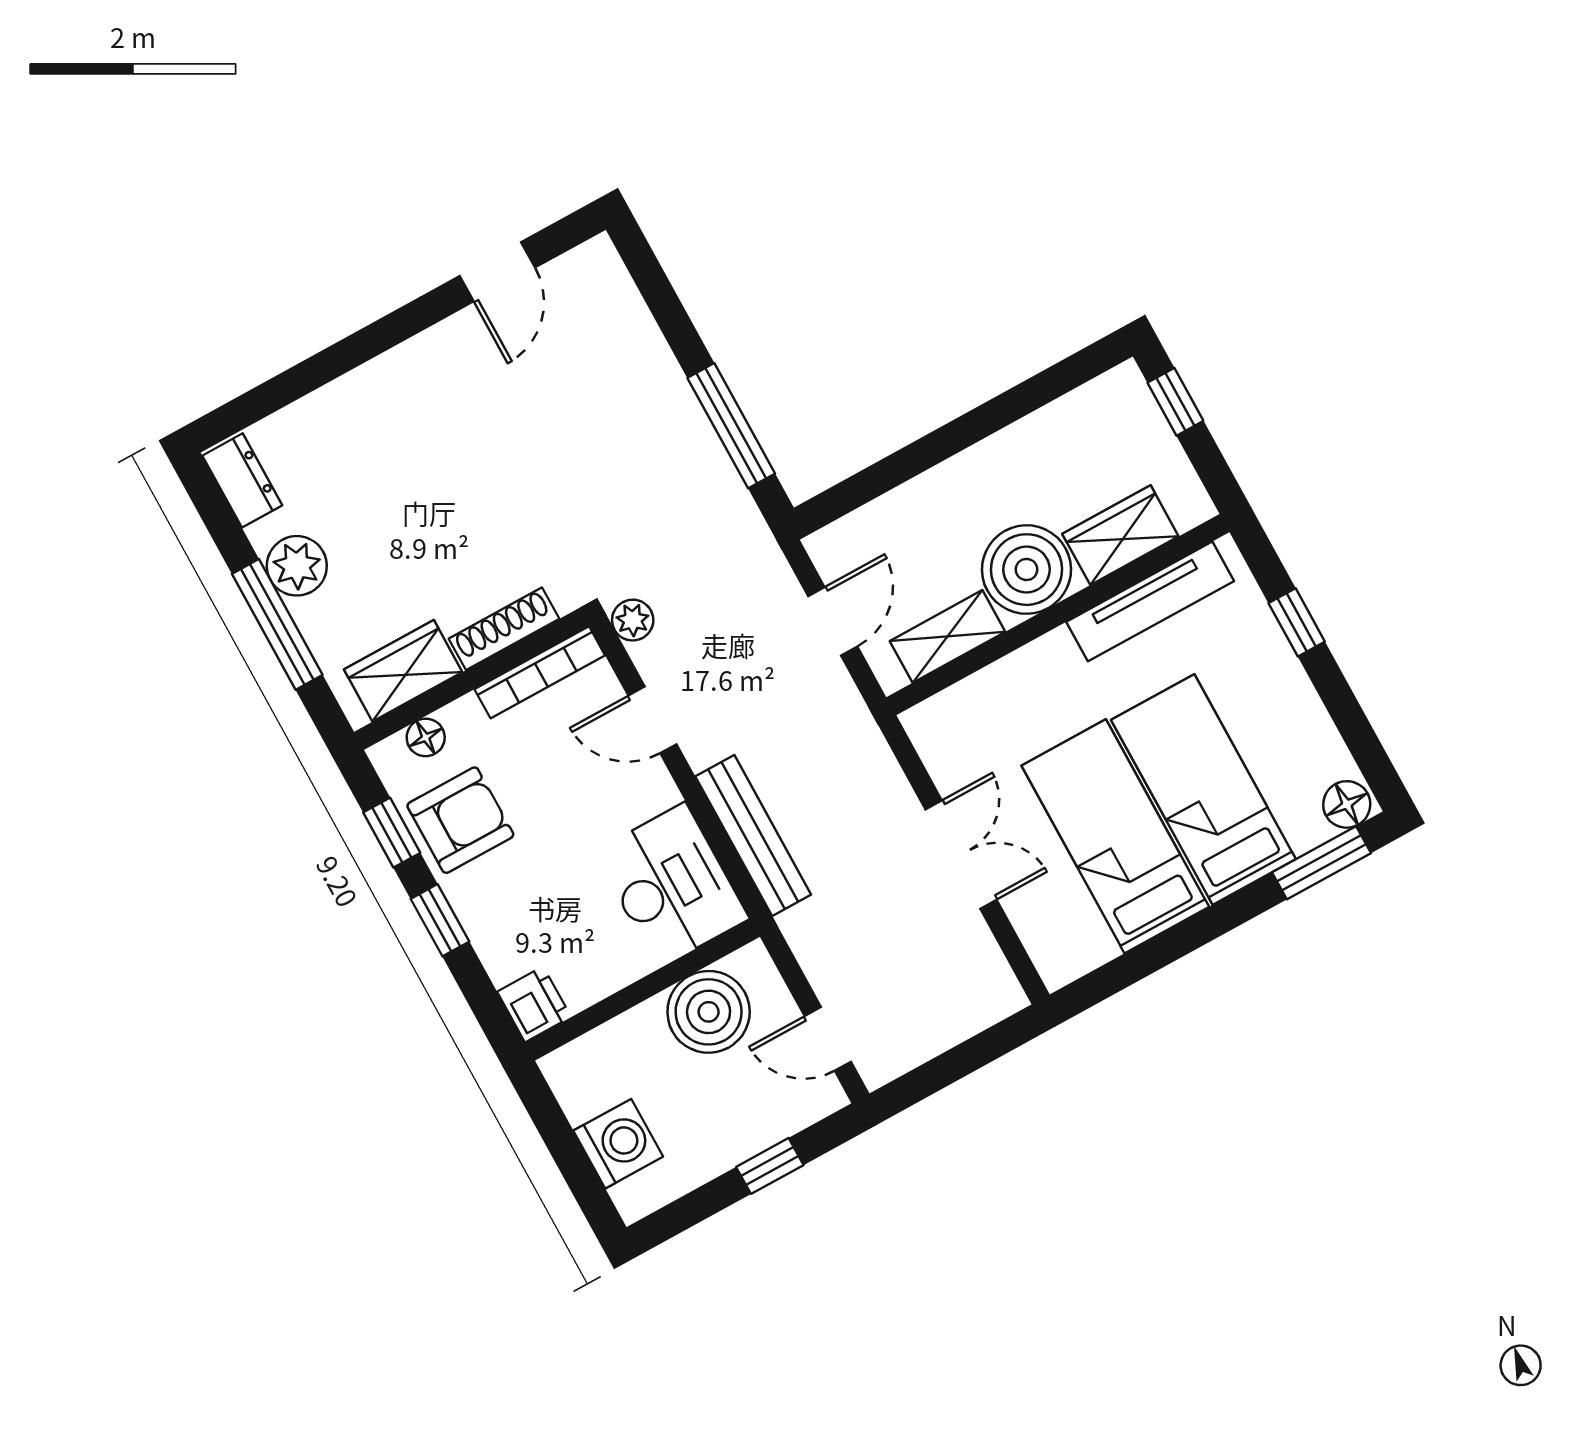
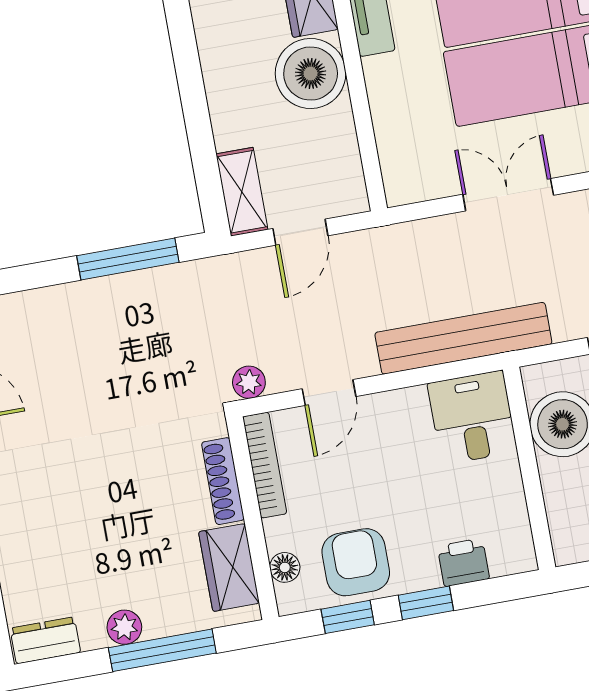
plant: (297, 566) -> (124, 627), width x0.73, depth x0.73
door: (833, 621) -> (300, 232), swing flipped
shelving: (947, 636) -> (242, 192), moved
bench: (753, 835) -> (463, 338), width x1.37, depth x1.21
desk: (671, 885) -> (472, 418), width x0.73
printer: (534, 1004) -> (463, 562), moved

